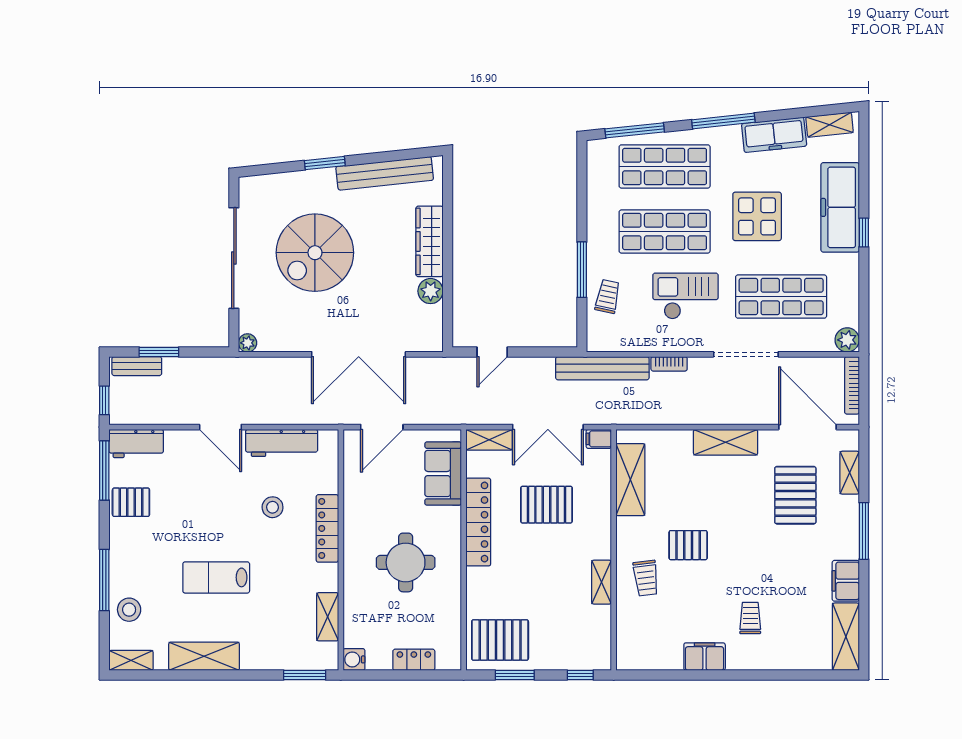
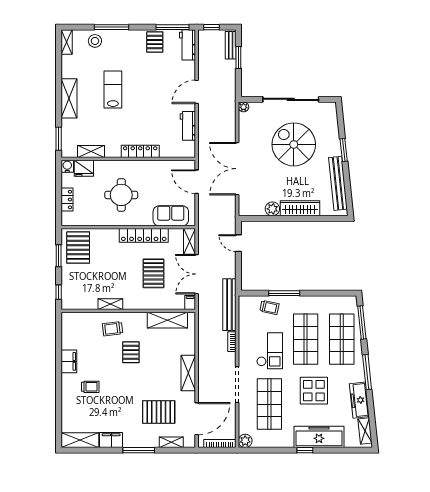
workbench: (282, 443) -> (188, 126), width x0.73
stool: (273, 507) -> (152, 121), removed
fridge: (358, 630) -> (84, 168), added
shelving: (204, 656) -> (69, 98), moved

